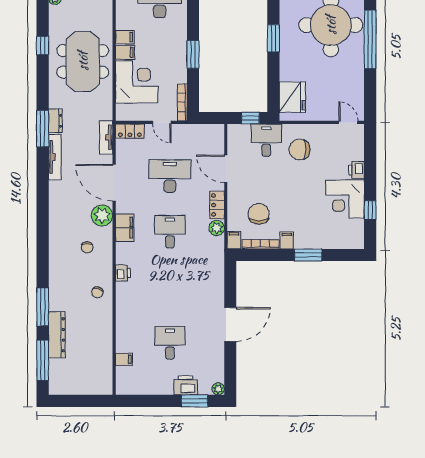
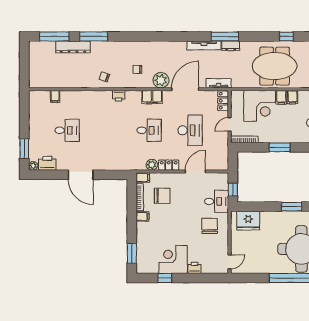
window: (308, 255) -> (132, 253), moved
printer: (186, 385) -> (47, 163), moved, turned -90

